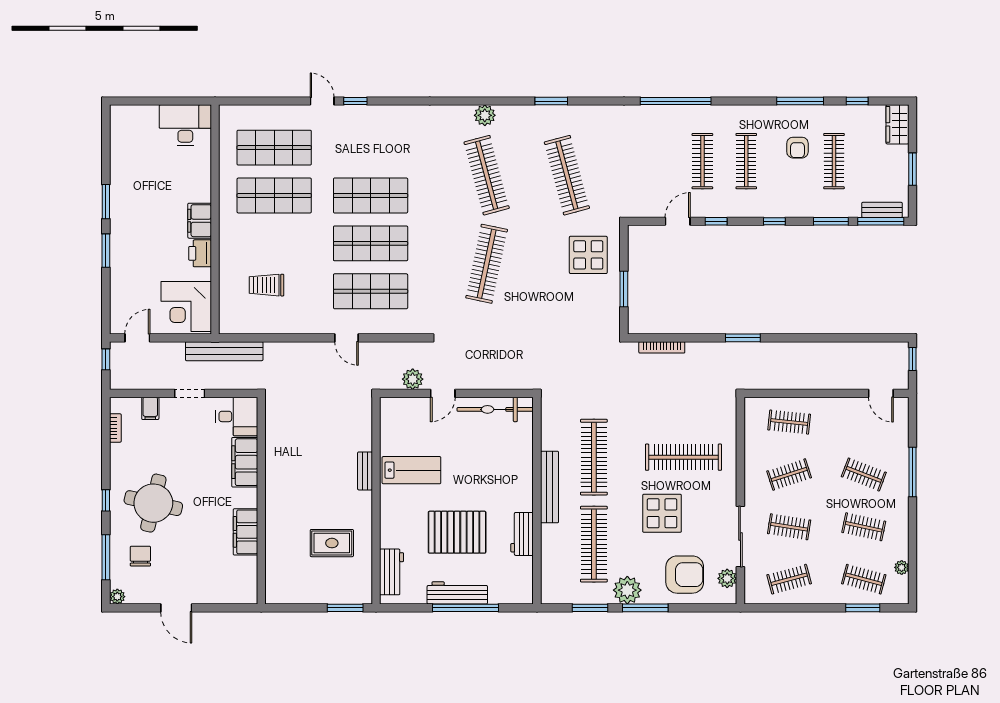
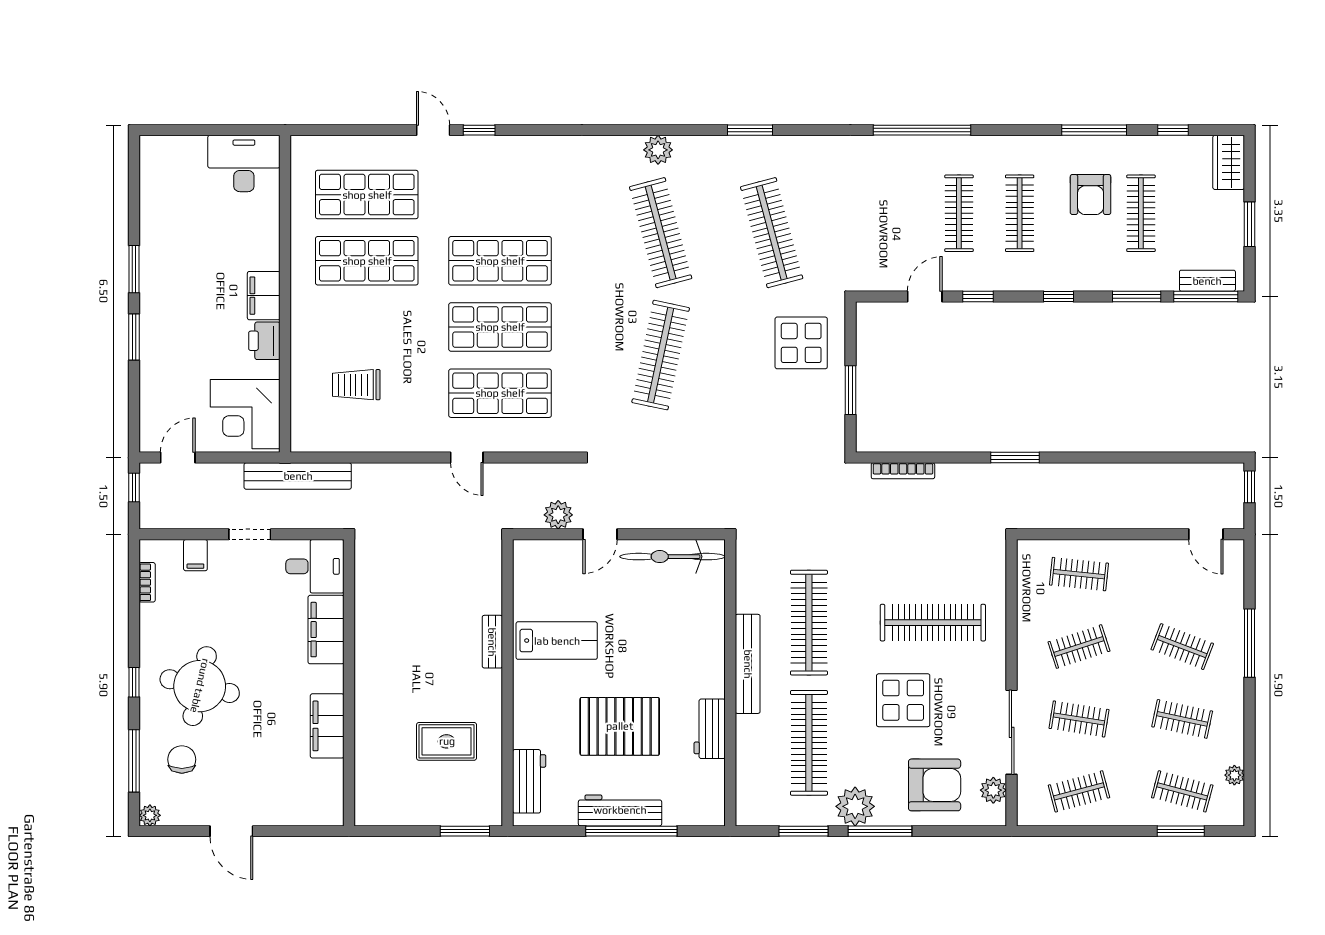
armchair: (797, 148) -> (1091, 194), width x1.38, depth x1.38

